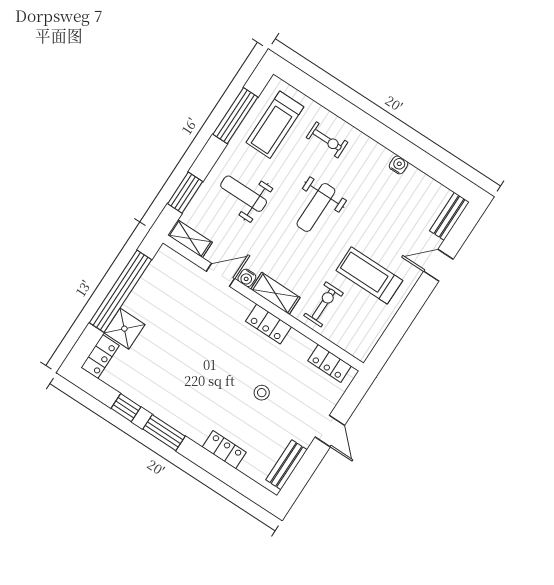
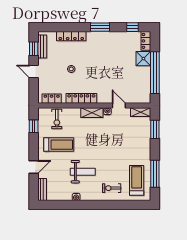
weight bench: (244, 194) -> (131, 144), removed
weight bench: (316, 207) -> (83, 172), moved, turned 90
door: (221, 275) -> (119, 106), swing flipped
exercise bike: (324, 304) -> (57, 119), moved
locker: (269, 324) -> (81, 98), width x1.53
window: (392, 336) -> (34, 126), added
window: (126, 408) -> (132, 27), moved
locker: (224, 450) -> (71, 36), width x1.53
window: (304, 471) -> (34, 49), added

